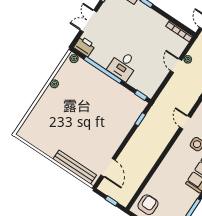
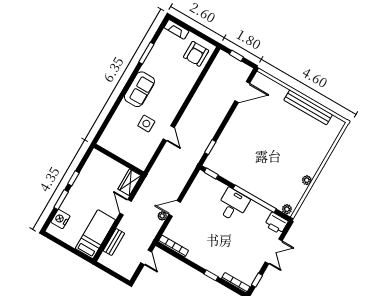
door: (176, 66) -> (175, 208), swing flipped
door: (185, 122) -> (169, 133), moved
bench: (75, 167) -> (308, 107), moved
door: (108, 168) -> (242, 92), swing flipped

